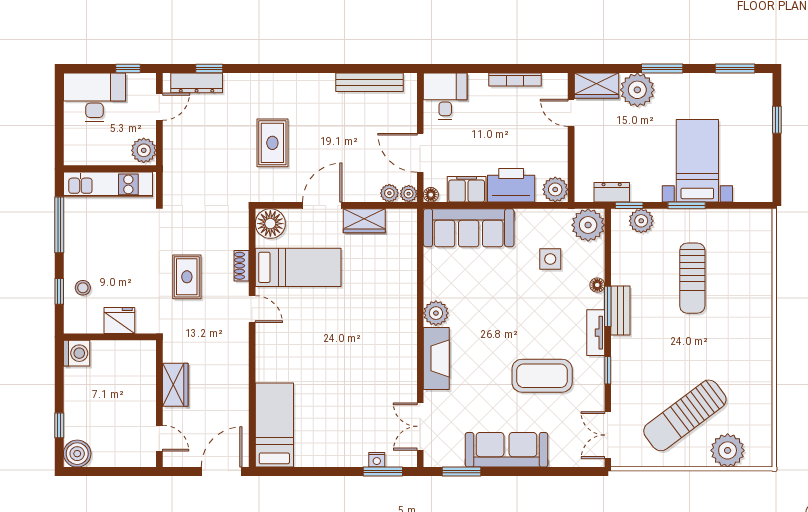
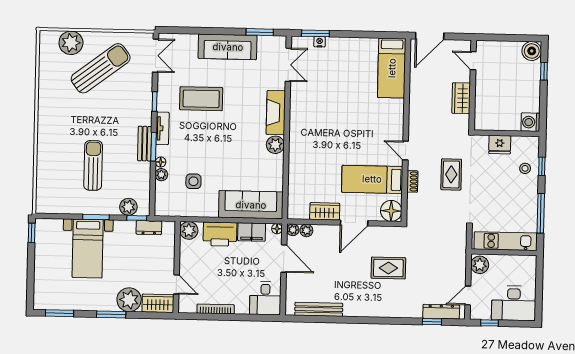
window: (777, 120) -> (32, 233), moved
rug: (272, 143) -> (388, 268), turned 90
plant: (588, 225) -> (161, 175), moved, width x0.53, depth x0.53

